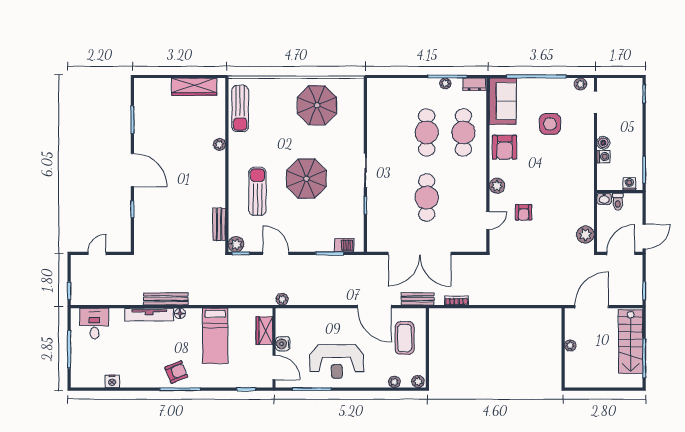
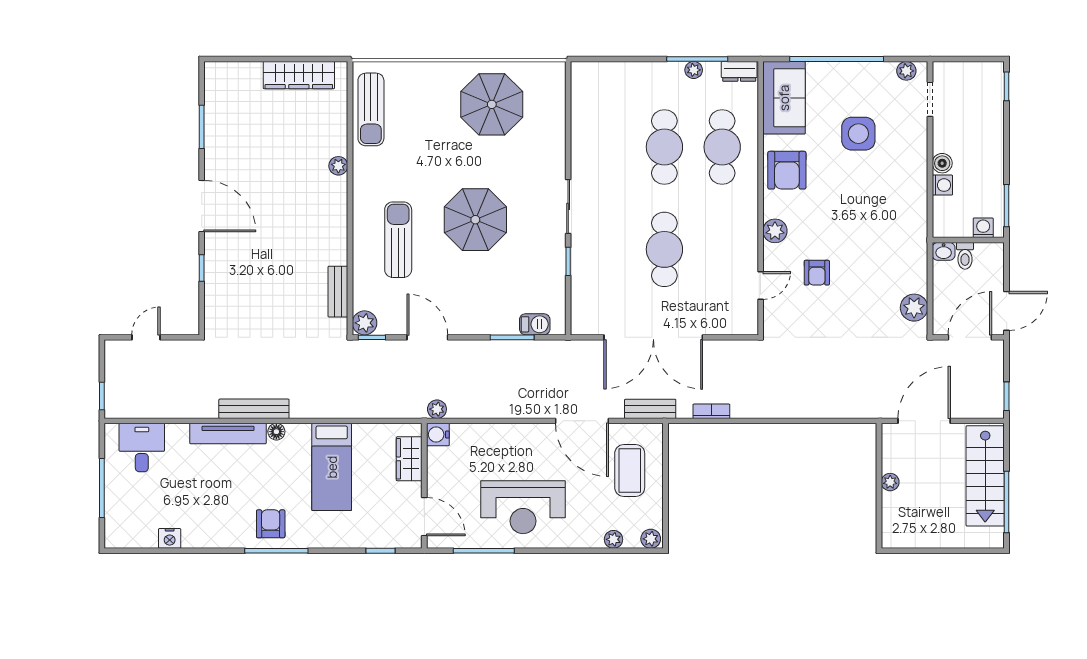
water cooler: (283, 344) -> (438, 435), moved
armchair: (176, 372) -> (271, 524), turned -68

